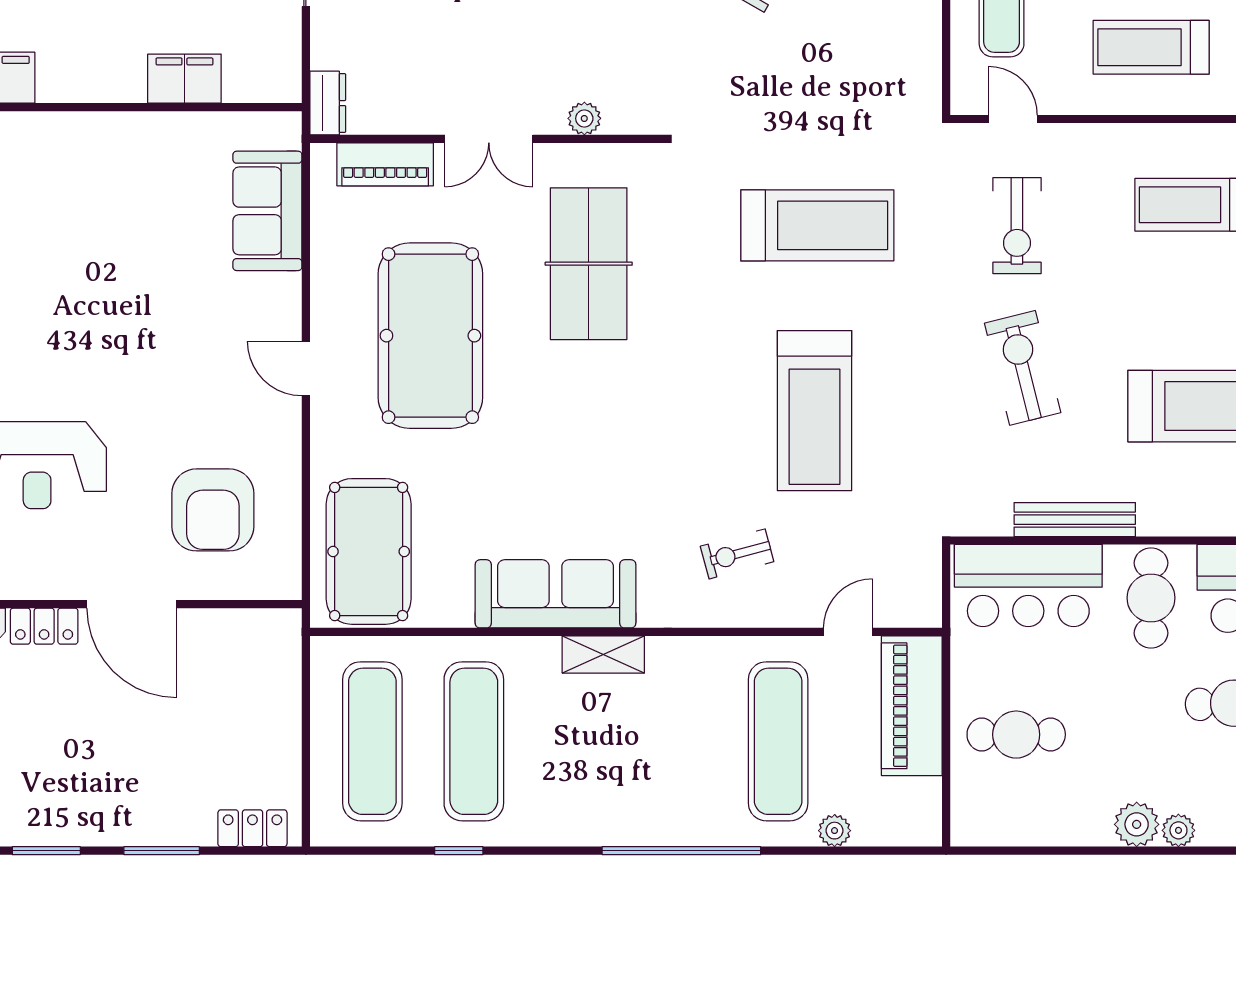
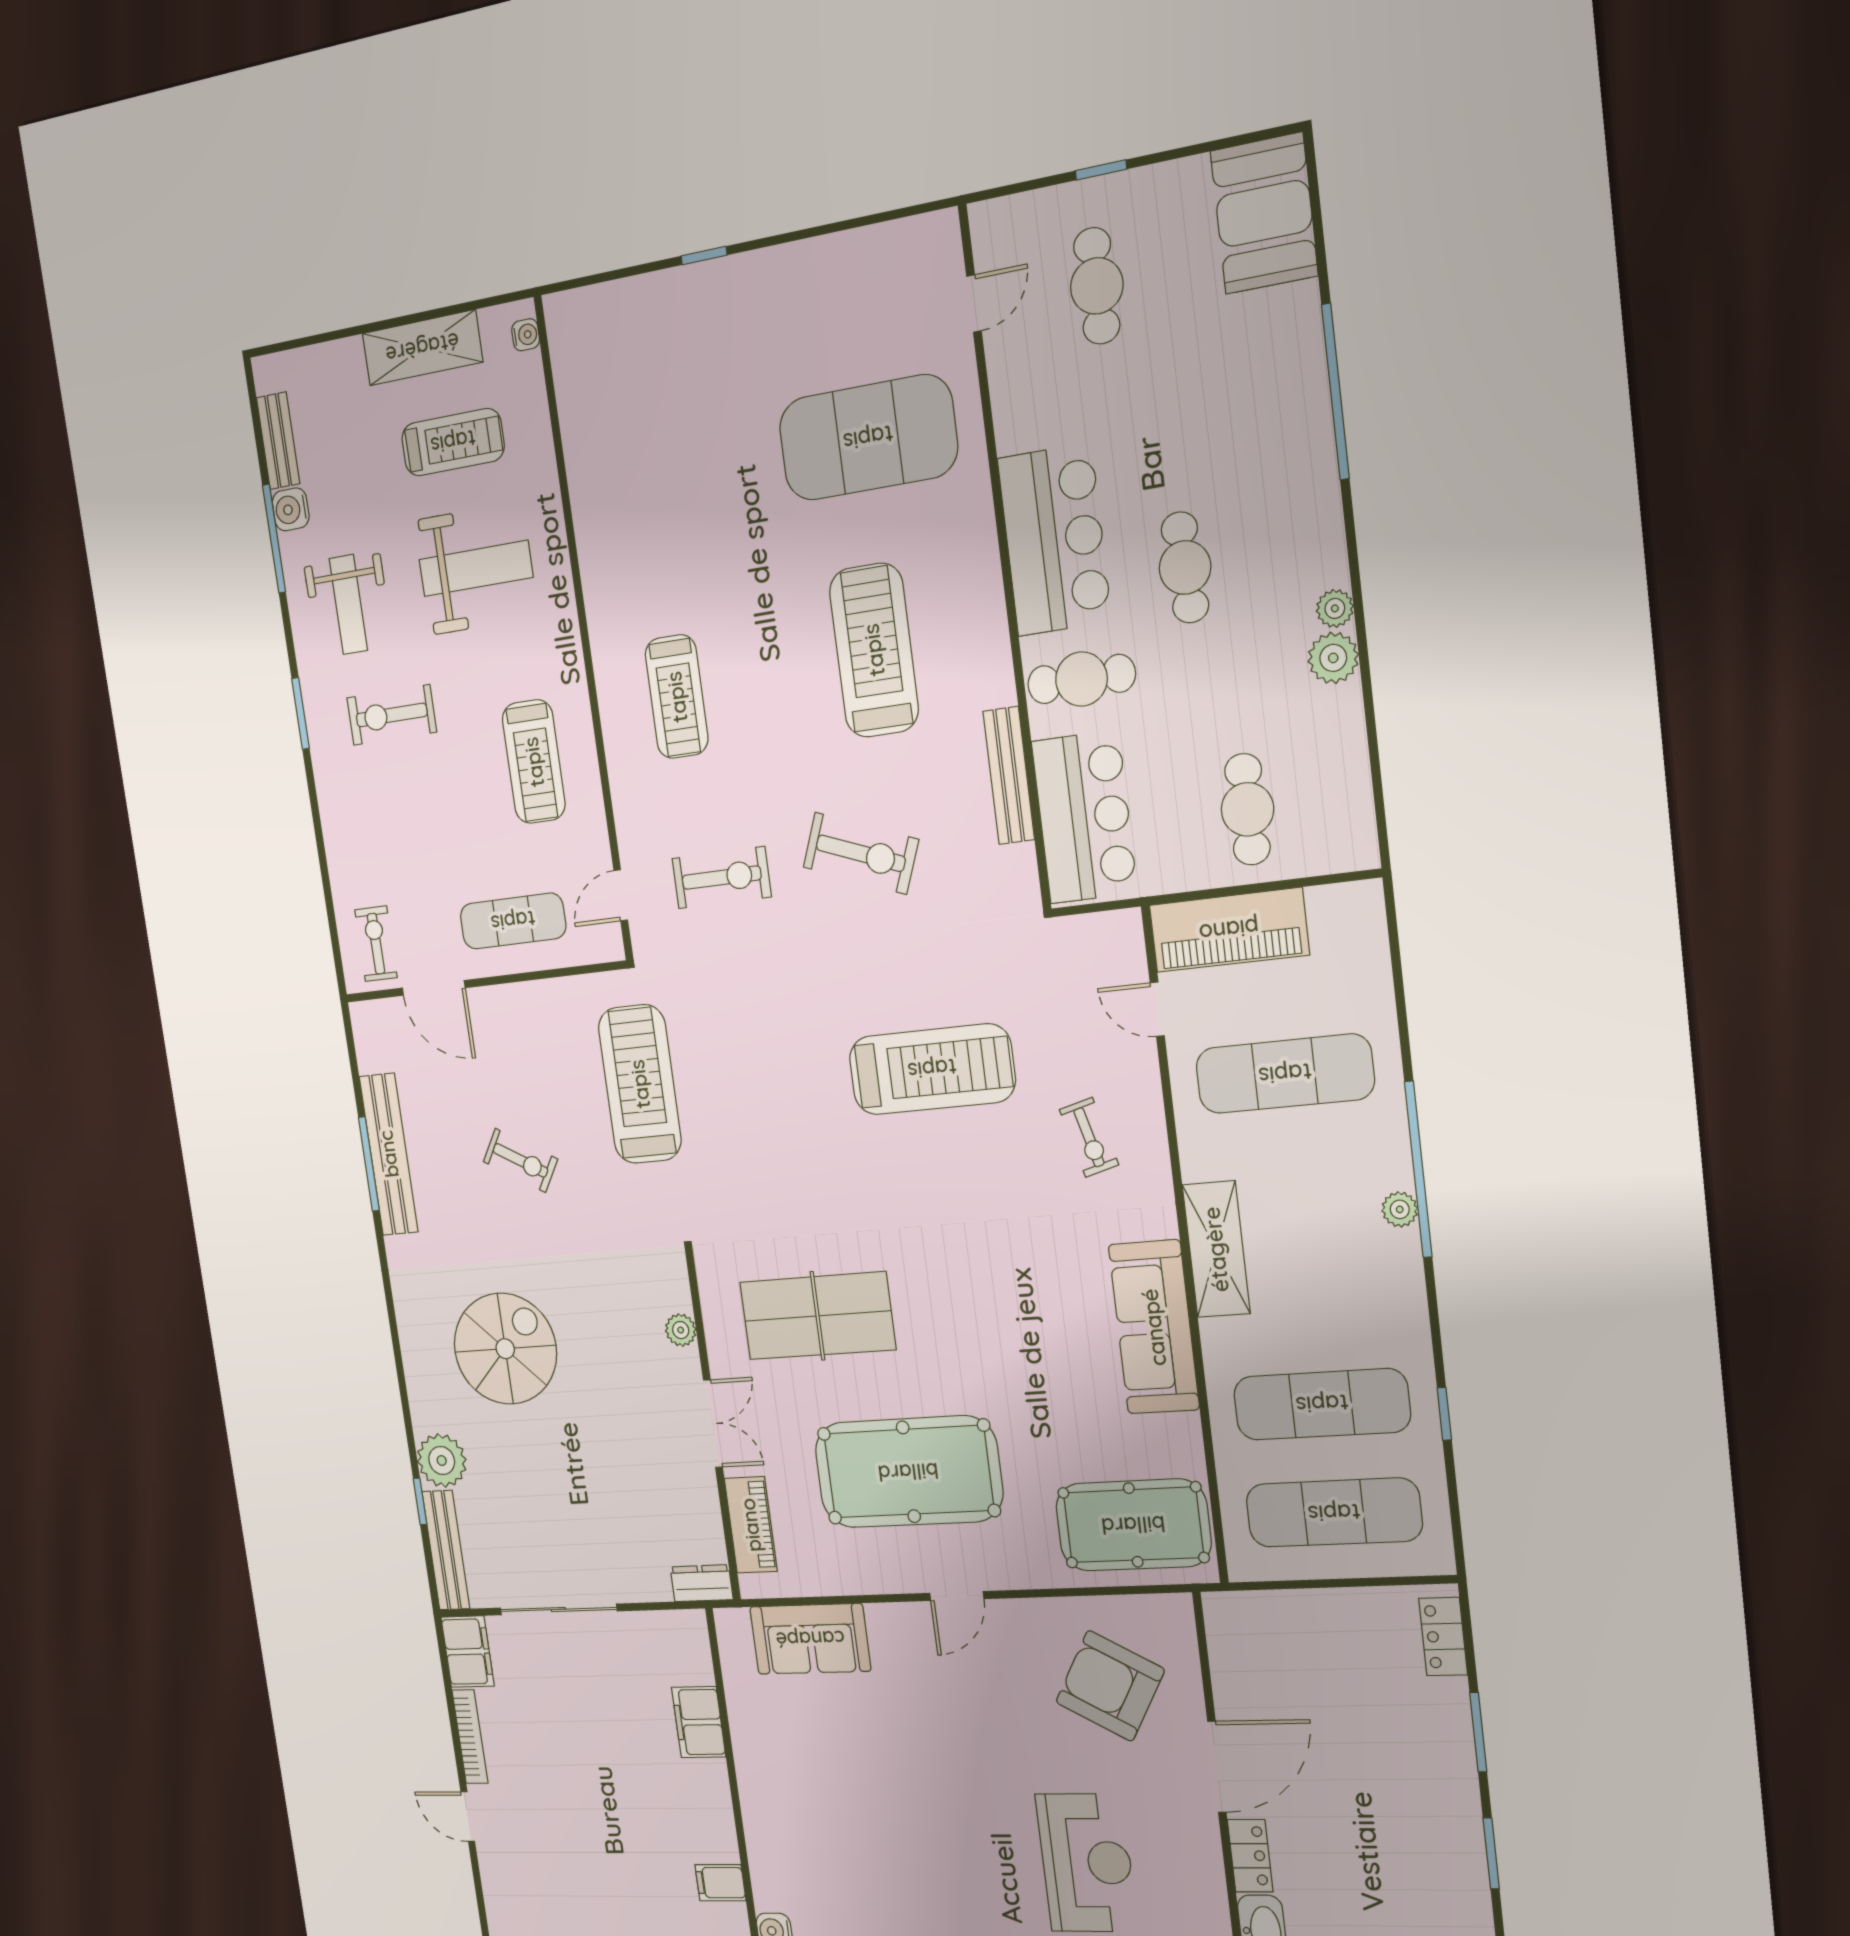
treadmill: (817, 225) -> (640, 1084), moved
exercise bike: (1023, 368) -> (861, 853), turned -145
armchair: (213, 510) -> (1110, 1686), turned -150
shelving: (603, 655) -> (1216, 1249), width x1.50, depth x1.33
plant: (835, 831) -> (1400, 1209), moved

